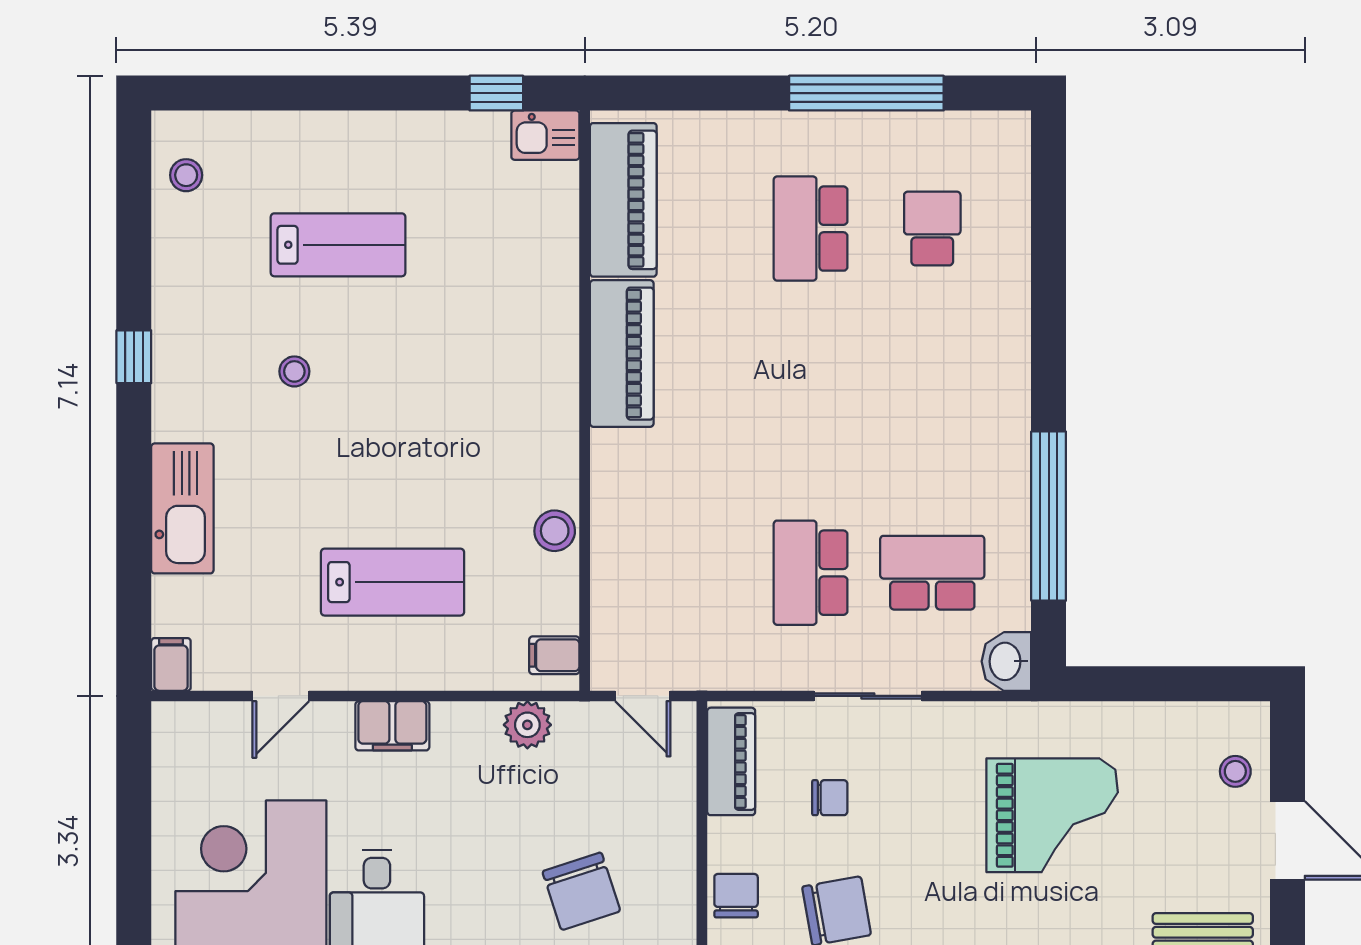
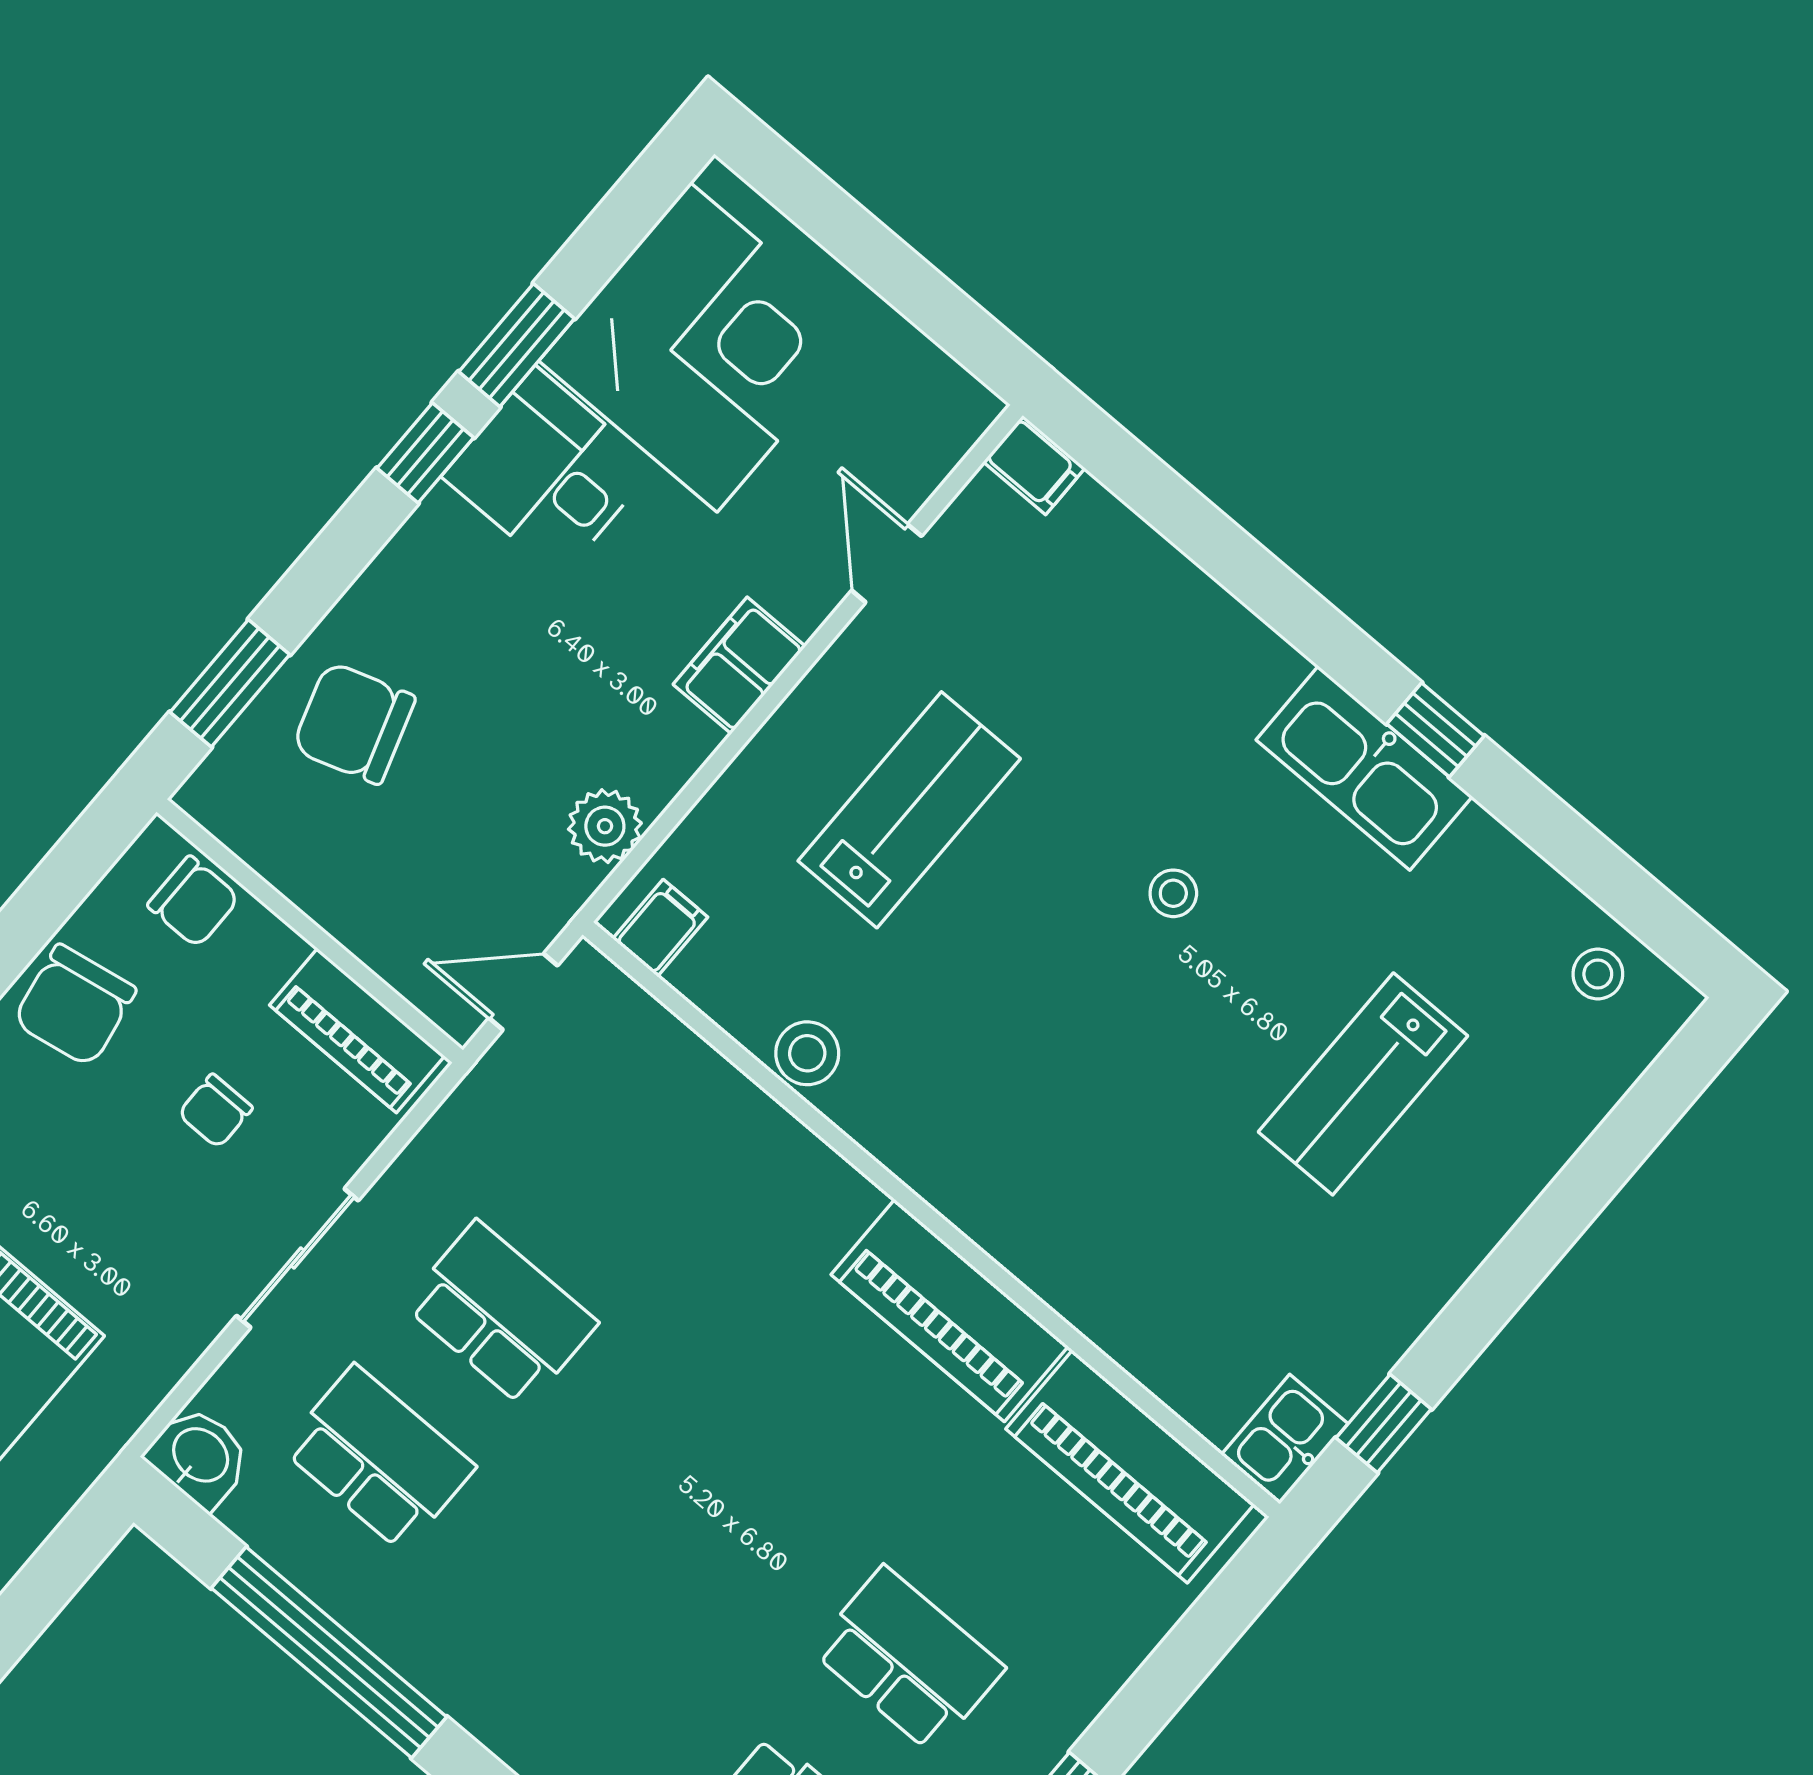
stool: (294, 371) -> (1173, 893), moved
kitchen sink: (182, 508) -> (1364, 768), moved
school desk: (932, 573) -> (379, 1458), turned -90
lab bench: (393, 582) -> (909, 810), turned 180

